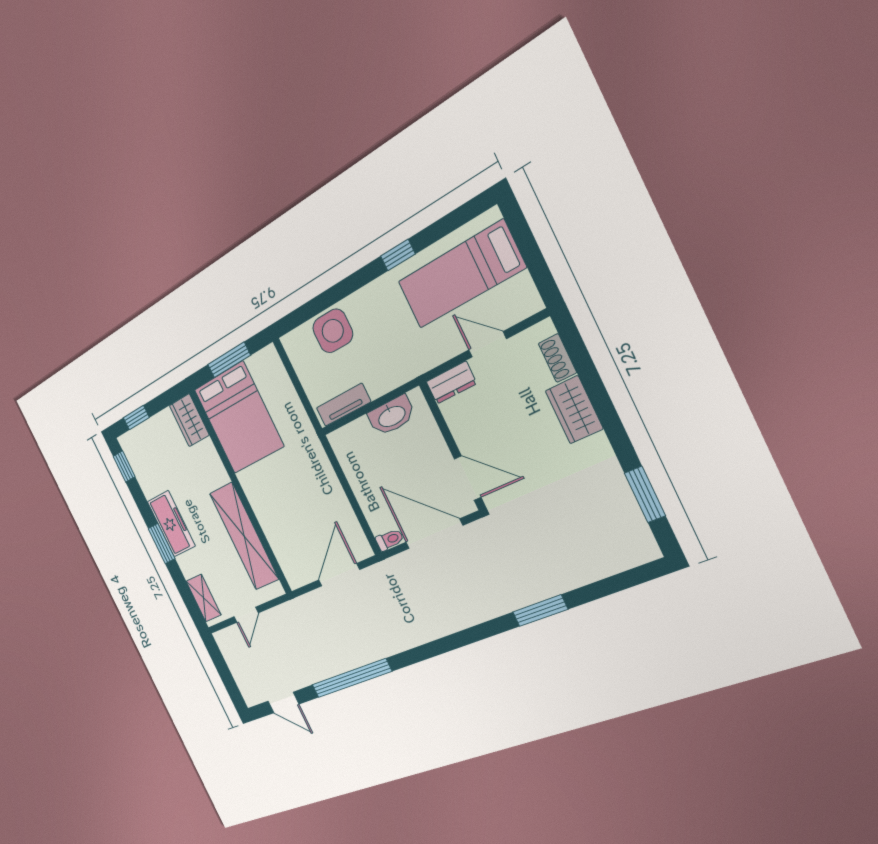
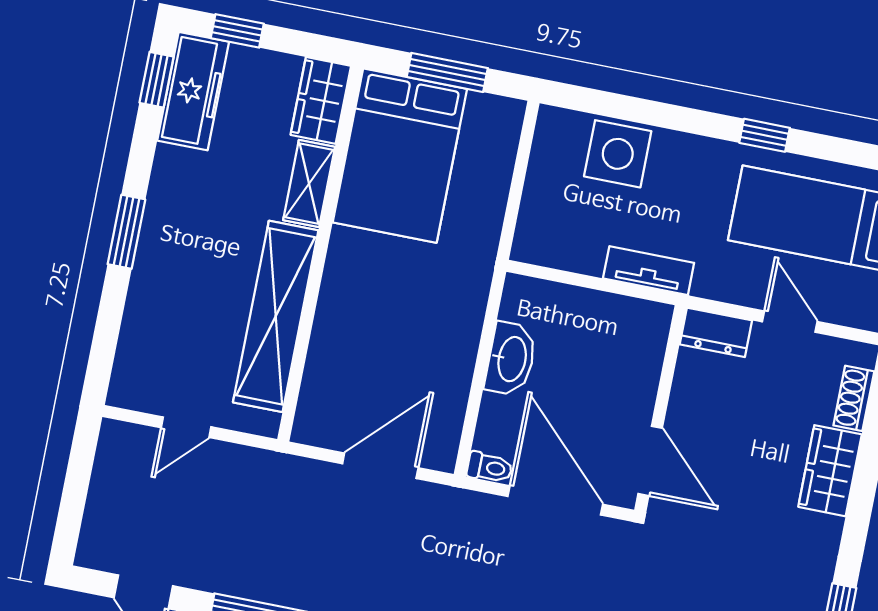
tv unit: (343, 405) -> (649, 271), moved
washbasin: (391, 416) -> (511, 359), moved, turned -90
freezer: (171, 524) -> (193, 91), moved
shelving: (204, 598) -> (309, 184), moved

